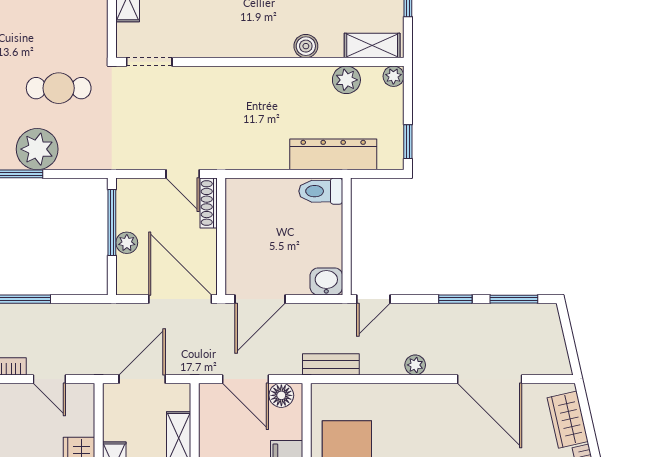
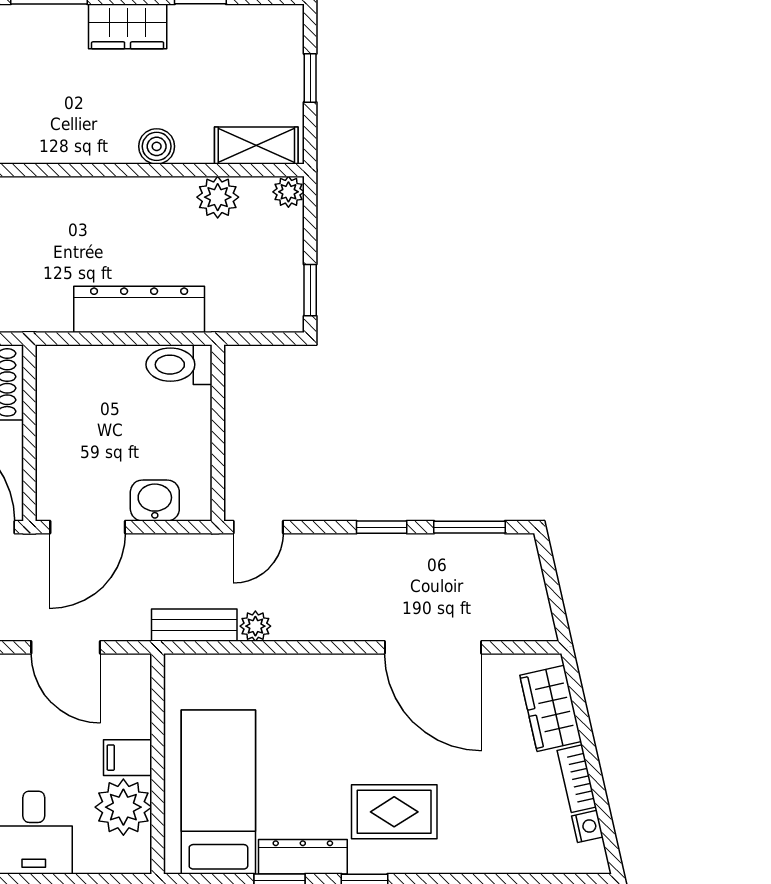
dresser: (333, 154) -> (139, 309), moved
washbasin: (326, 281) -> (155, 500), moved
plant: (415, 365) -> (255, 626), moved
floor lamp: (281, 395) -> (120, 672), removed

